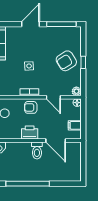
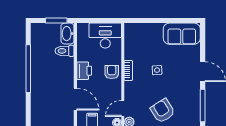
door: (53, 97) -> (123, 108), moved
door: (56, 141) -> (75, 99), swing flipped
toilet: (37, 150) -> (65, 51), moved

